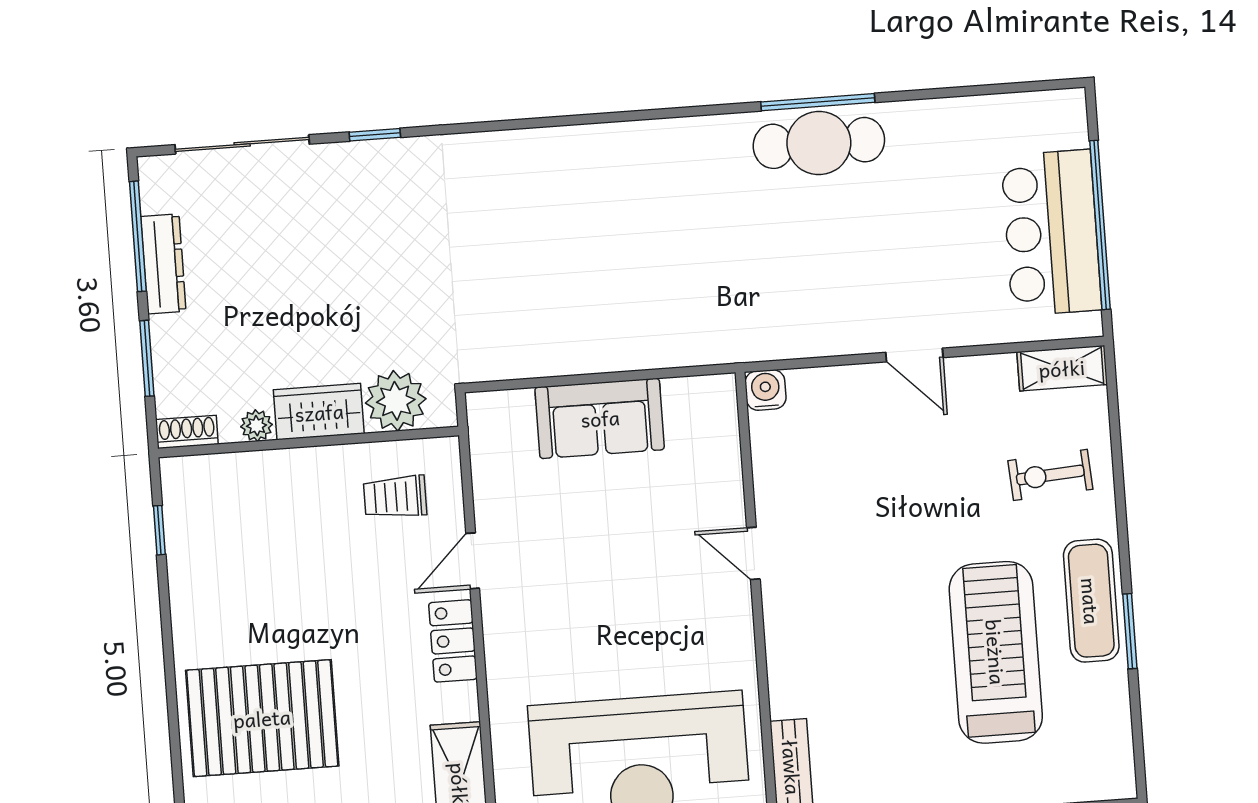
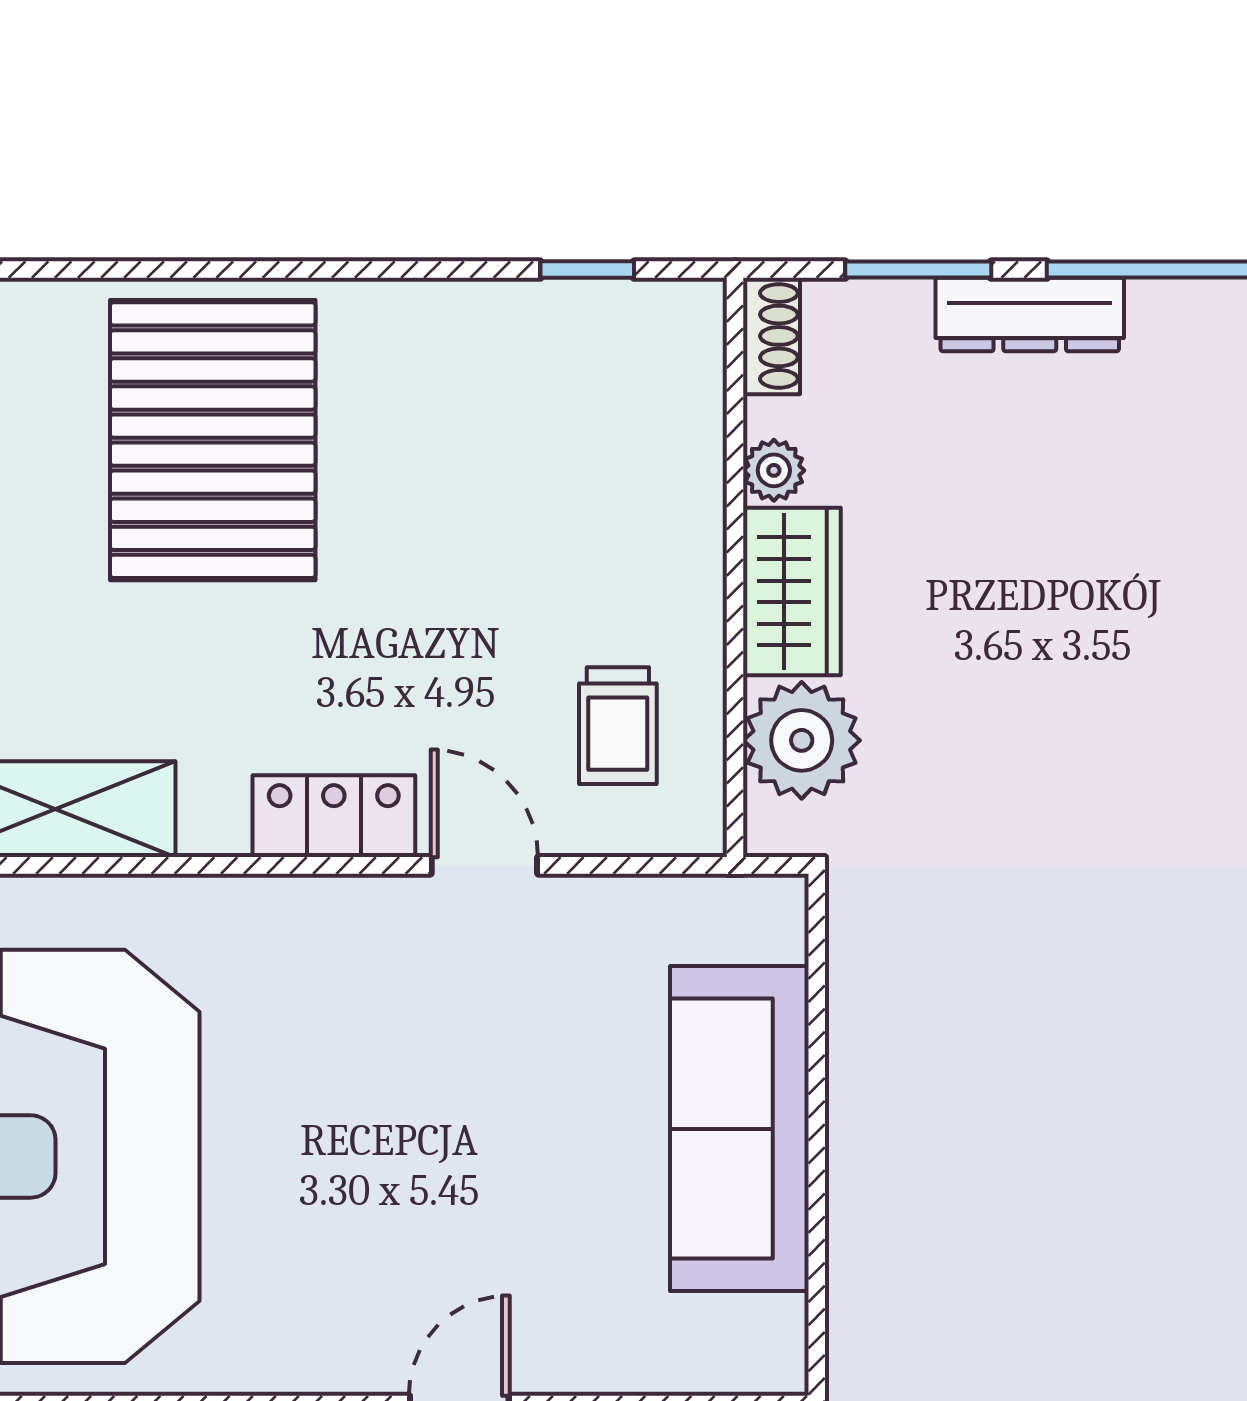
dresser: (163, 264) -> (1030, 315), moved
sofa: (600, 418) -> (739, 1129), width x1.36
trolley: (395, 497) -> (618, 726), turned 180

